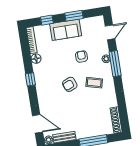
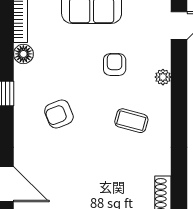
window: (115, 64) -> (179, 89), removed
armchair: (70, 84) -> (59, 114), moved

